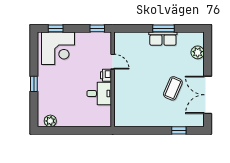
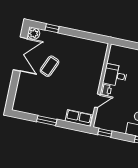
row of seats: (163, 39) -> (79, 118), moved
plant: (198, 52) -> (34, 34), moved
door: (113, 62) -> (97, 101), swing flipped

